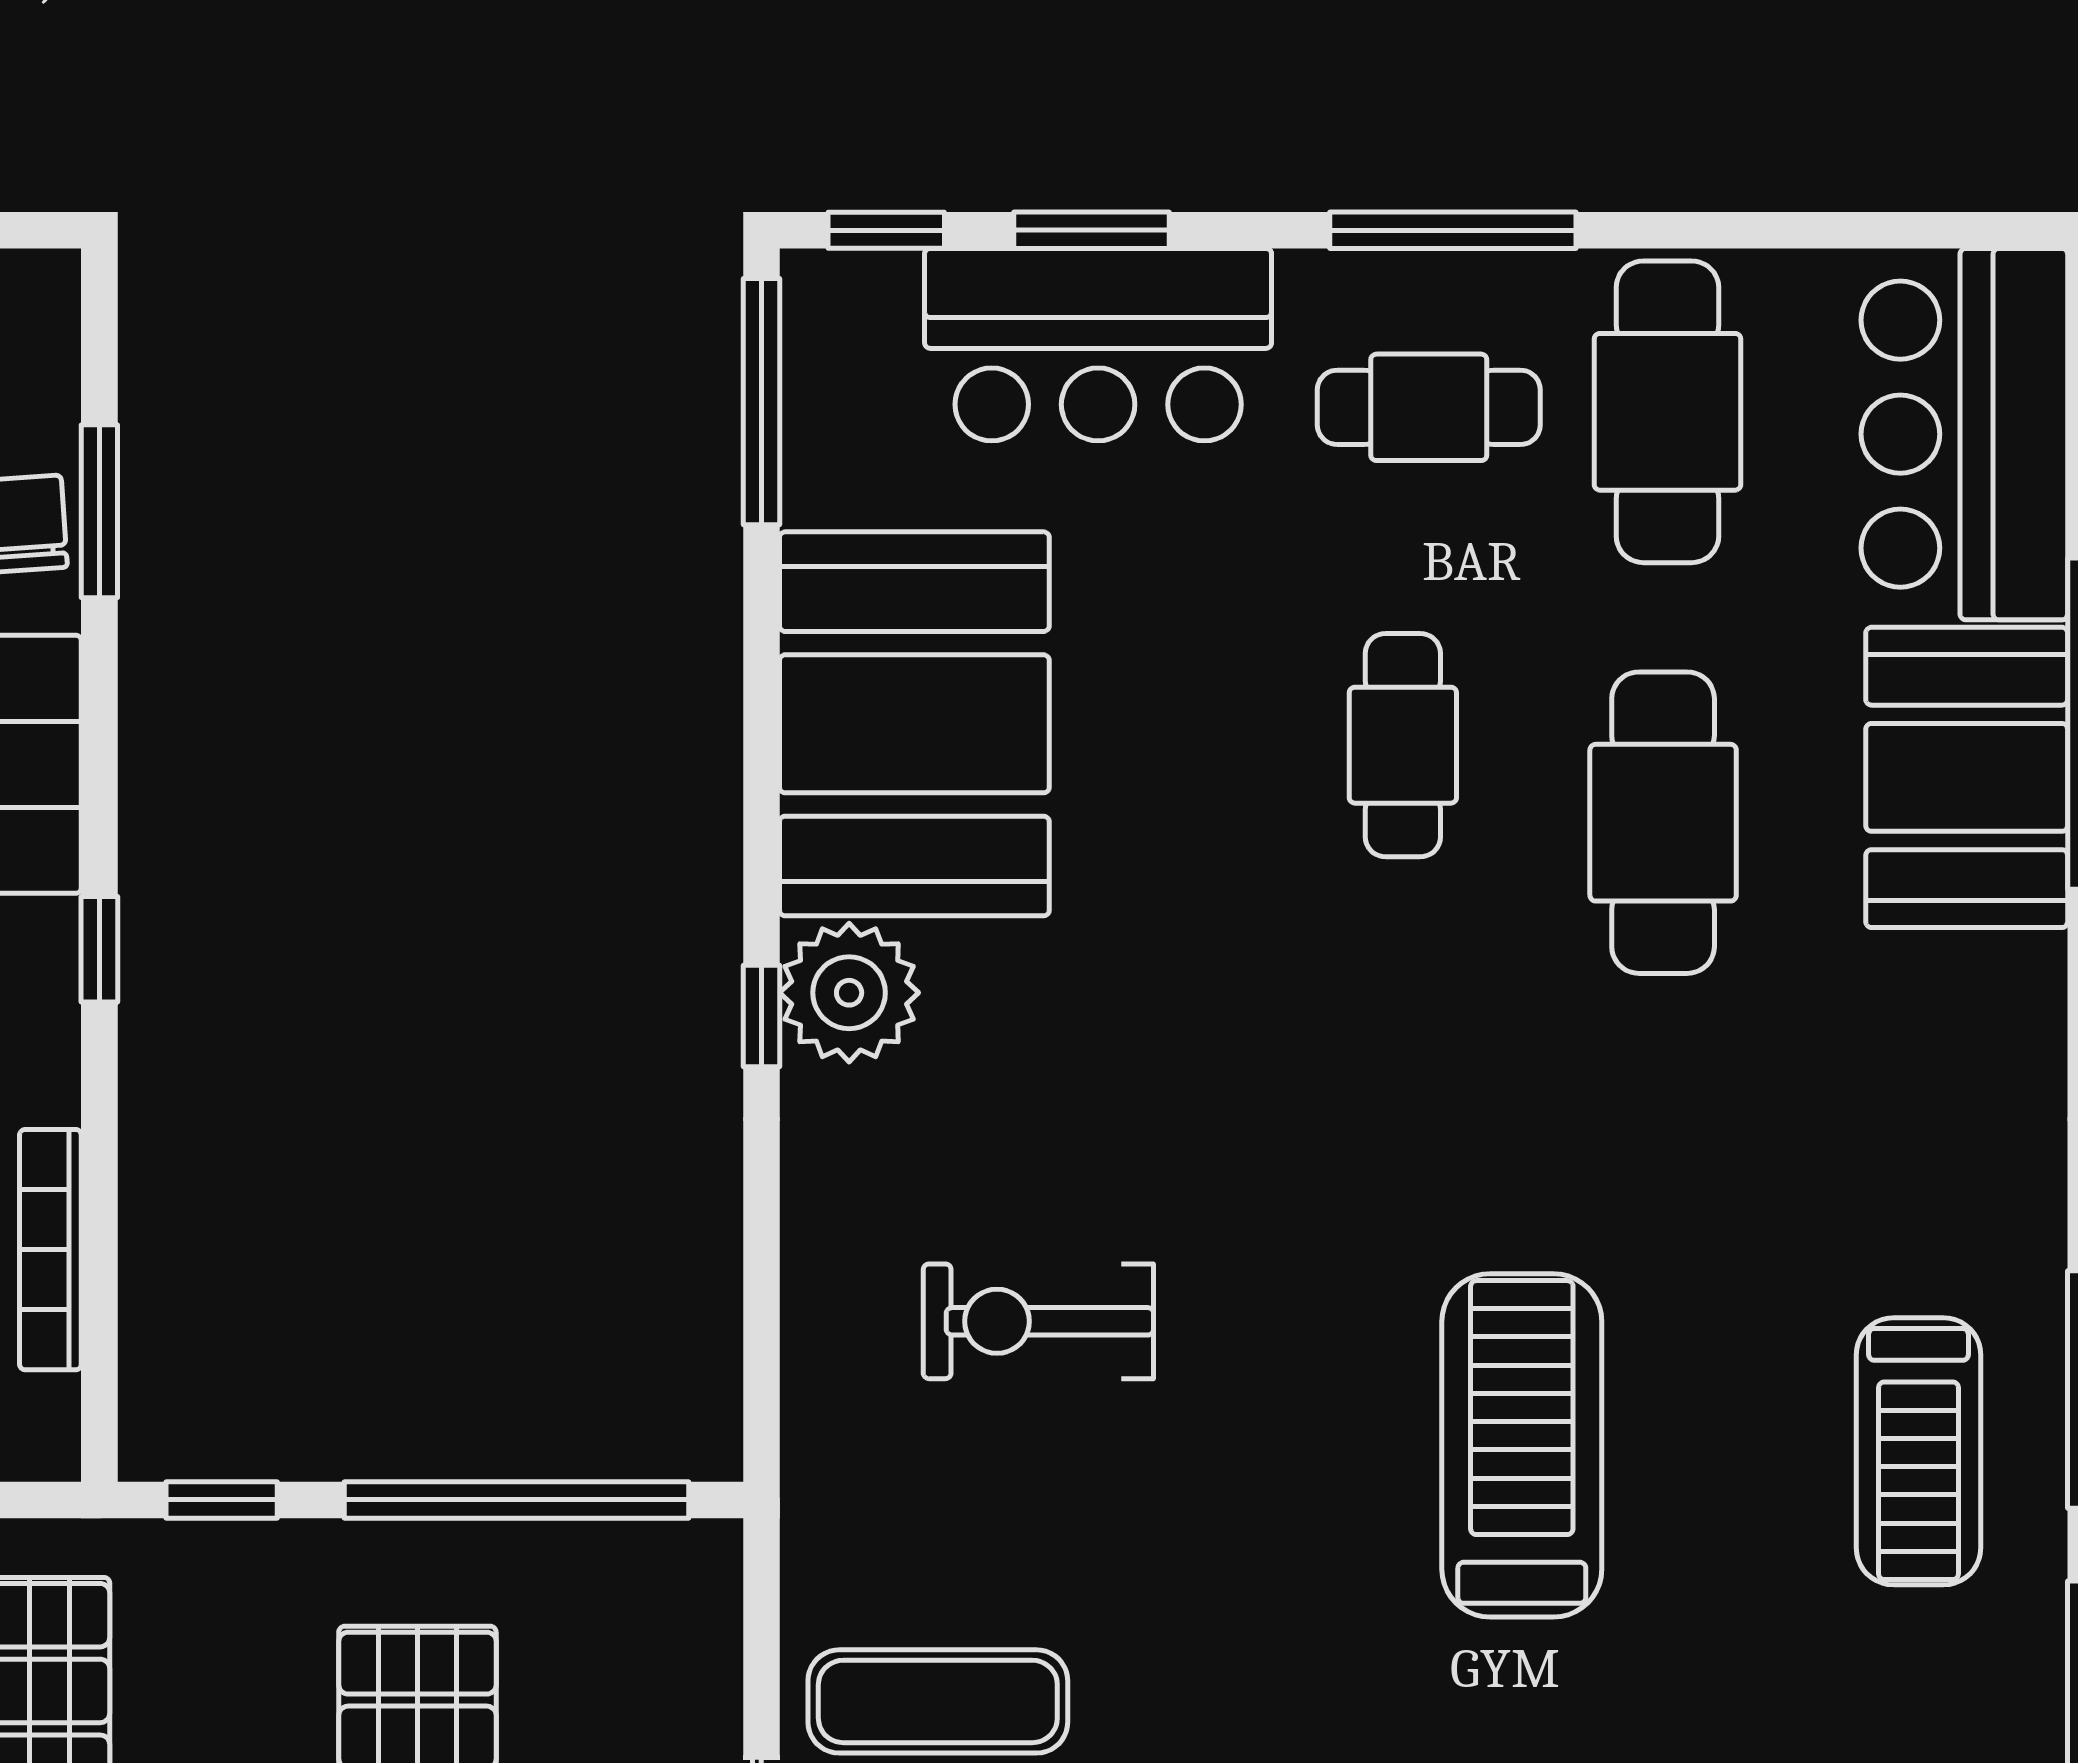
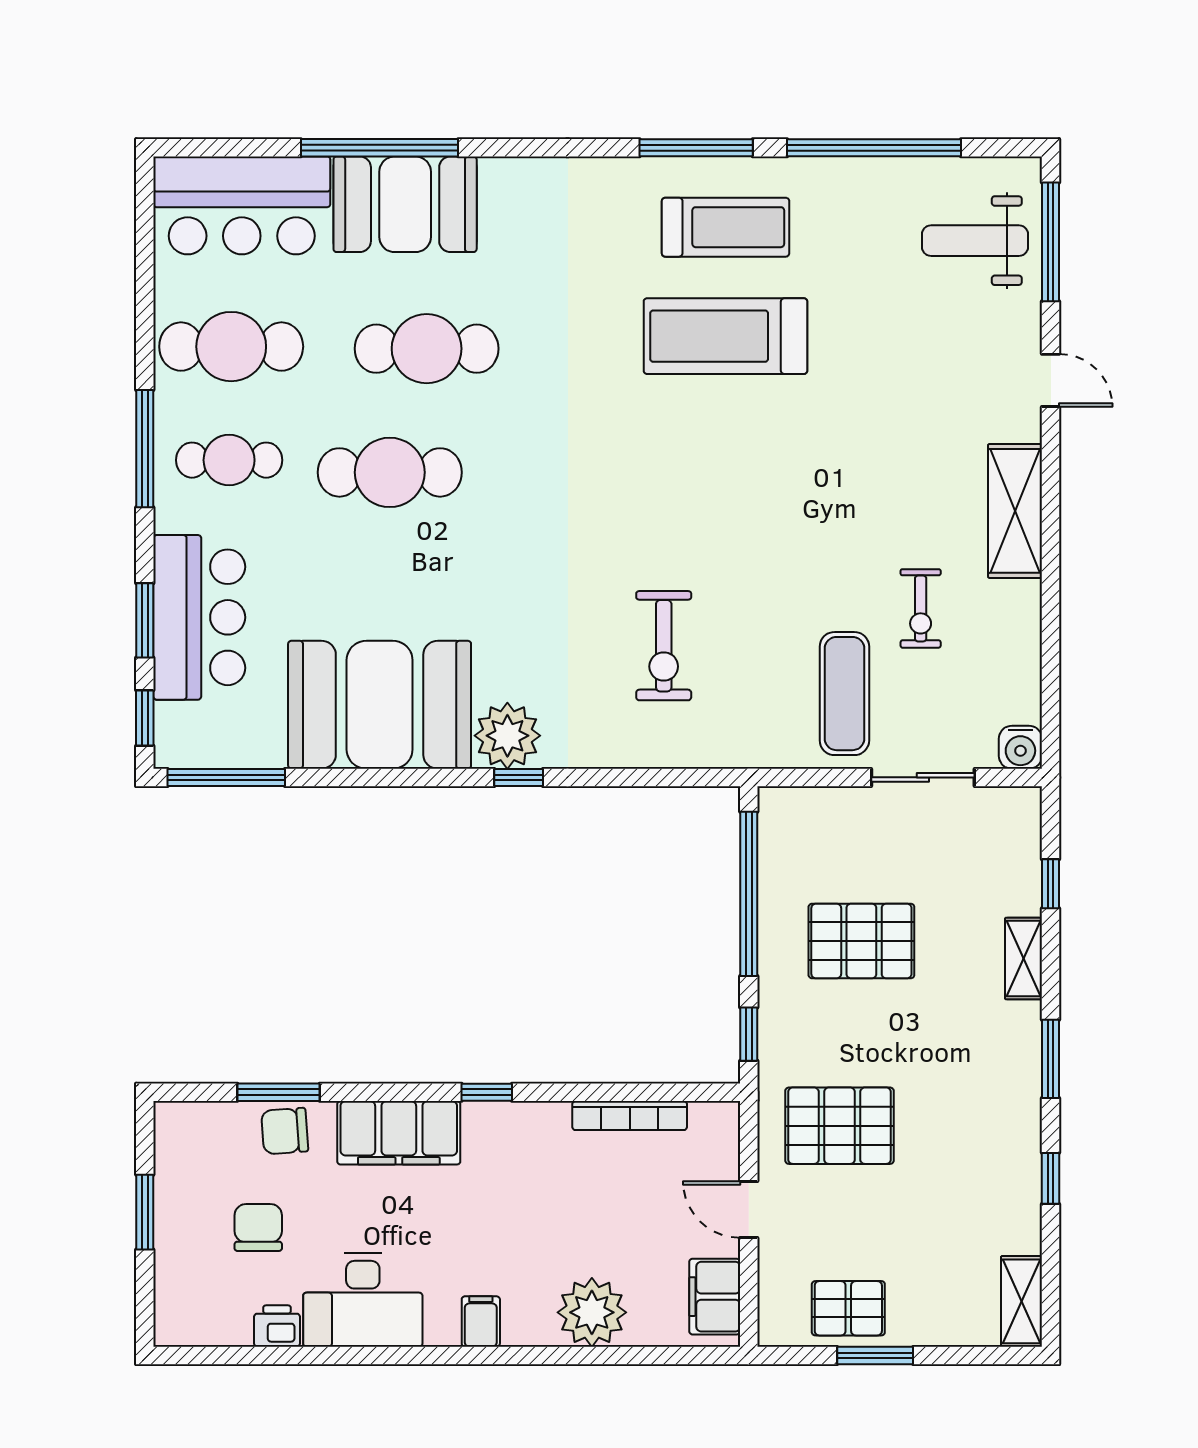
cafe table: (1429, 407) -> (229, 460), turned 90
cafe table: (1403, 745) -> (390, 472), width x1.37, depth x1.35
treadmill: (1522, 1445) -> (725, 336), moved

